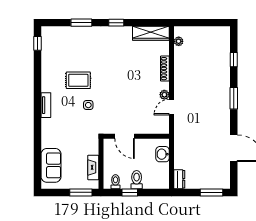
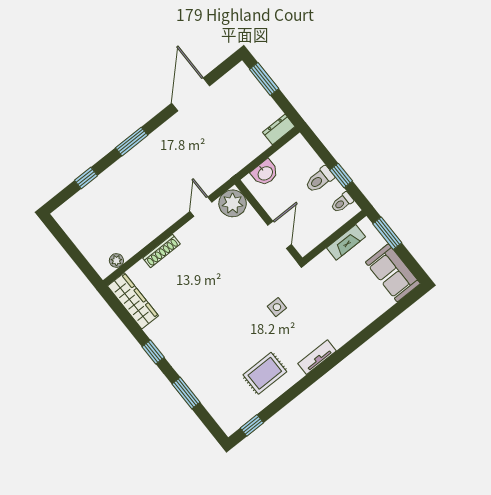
rug: (78, 80) -> (265, 373), moved, turned 90
plant: (164, 95) -> (233, 203), moved, width x1.87, depth x1.87
door: (172, 107) -> (201, 207), swing flipped
sofa: (51, 165) -> (393, 273), moved, turned -90

